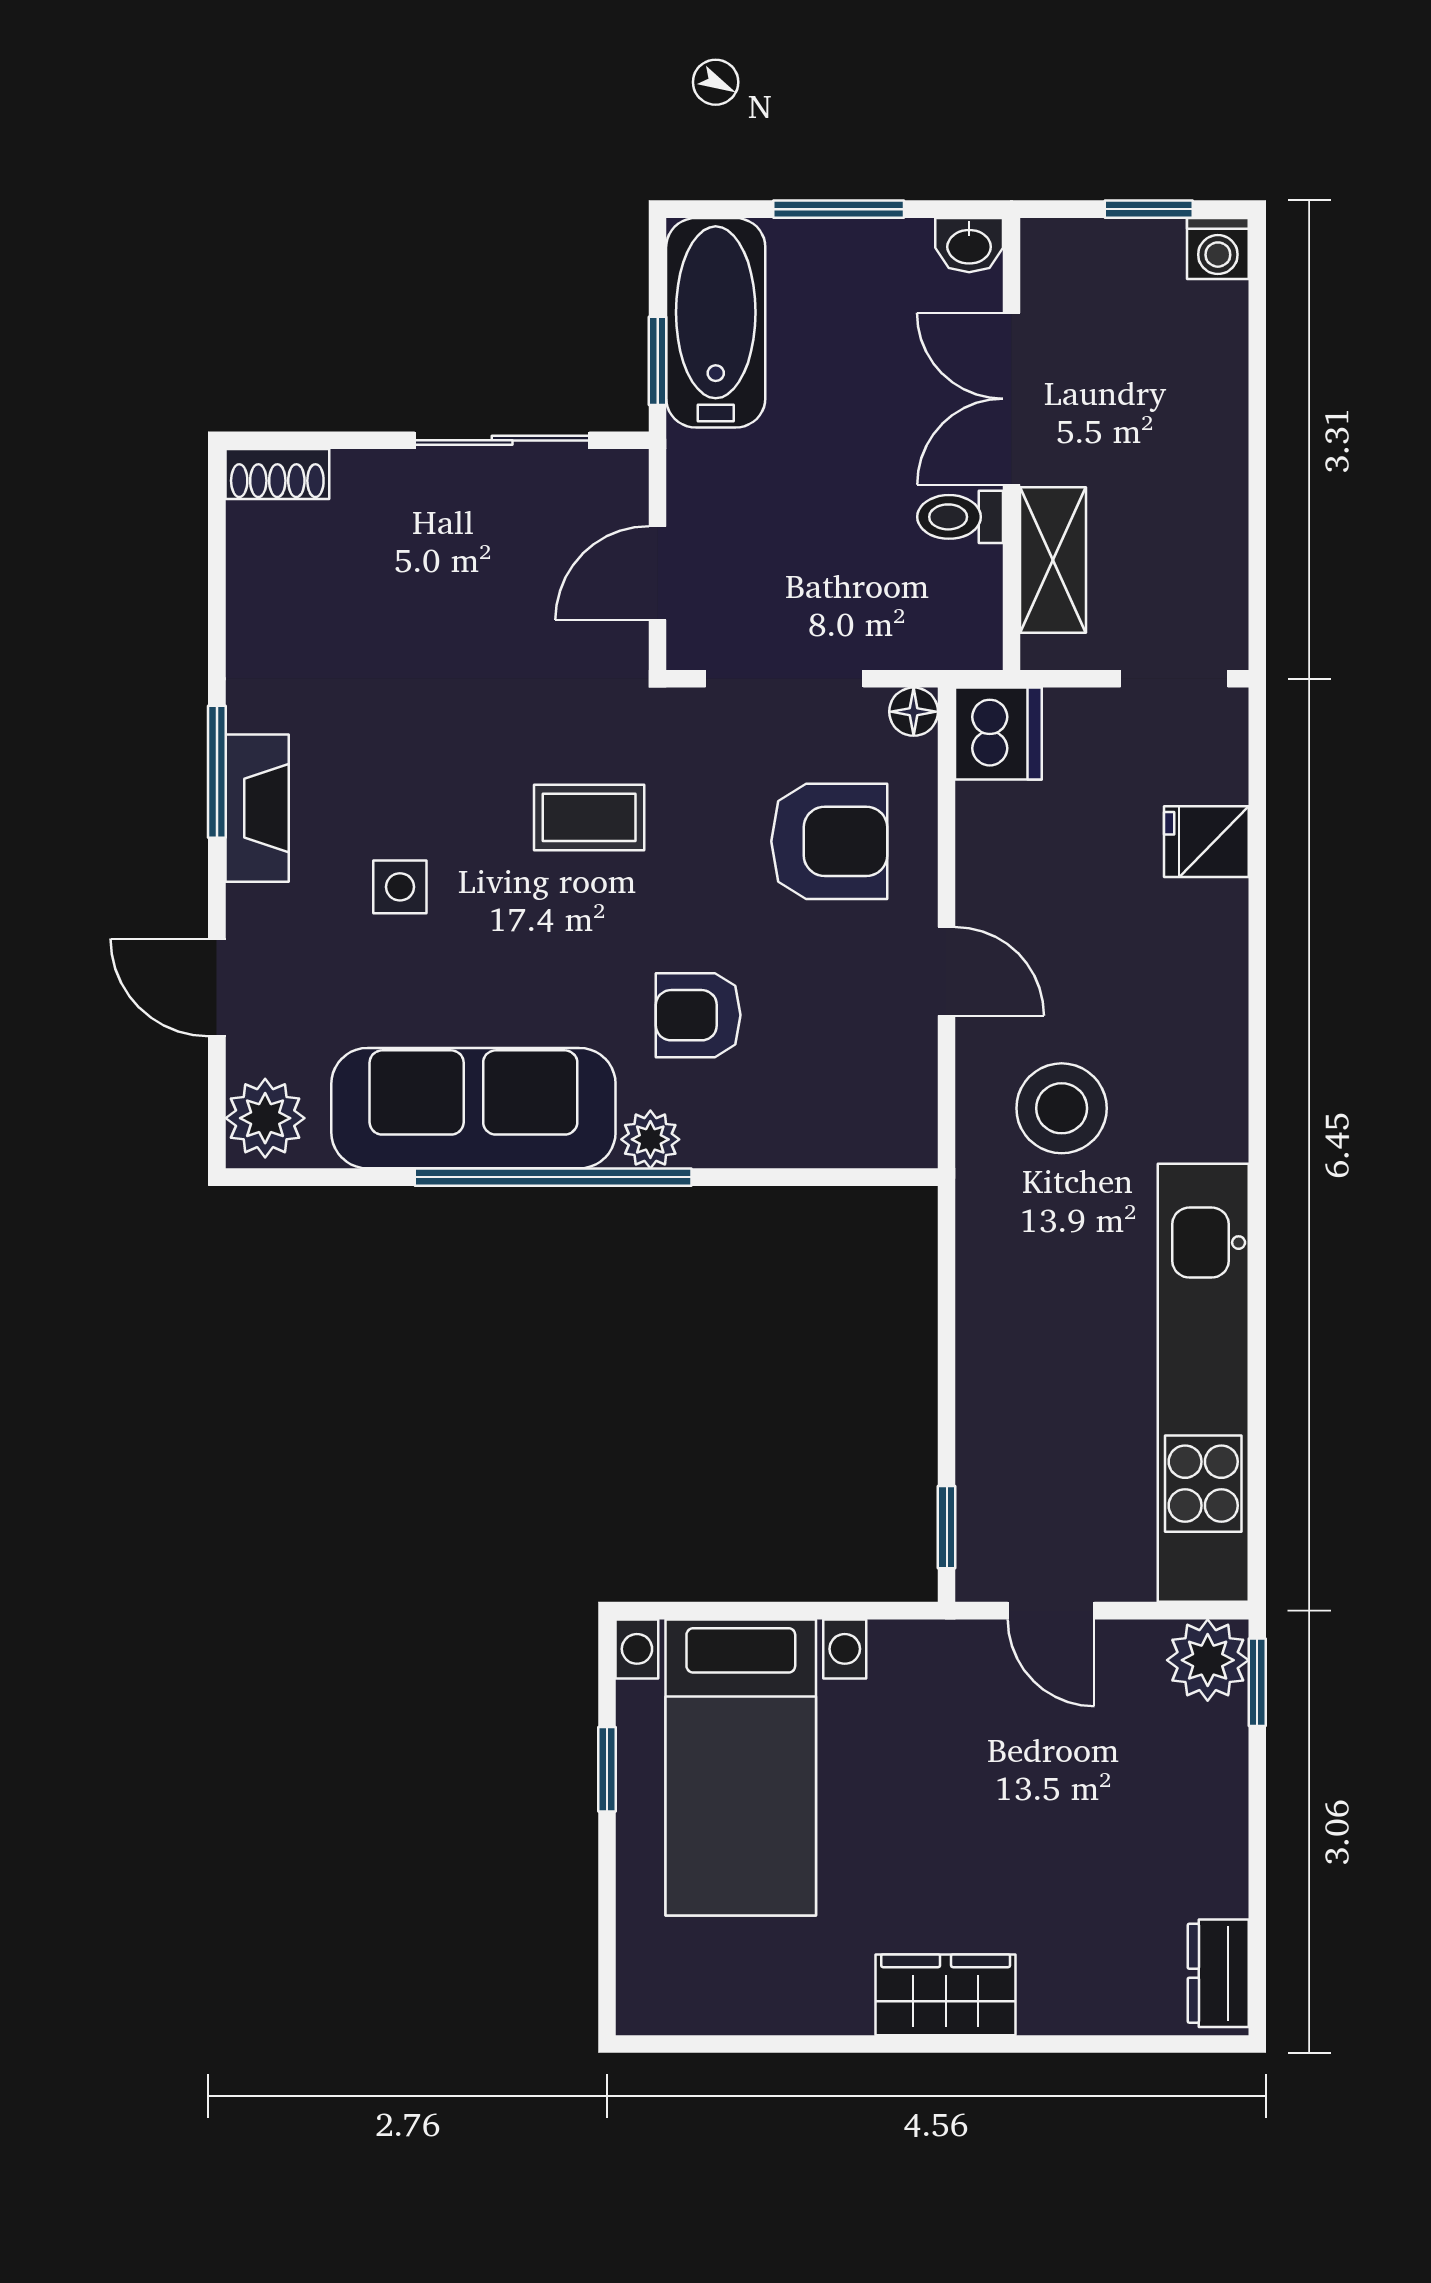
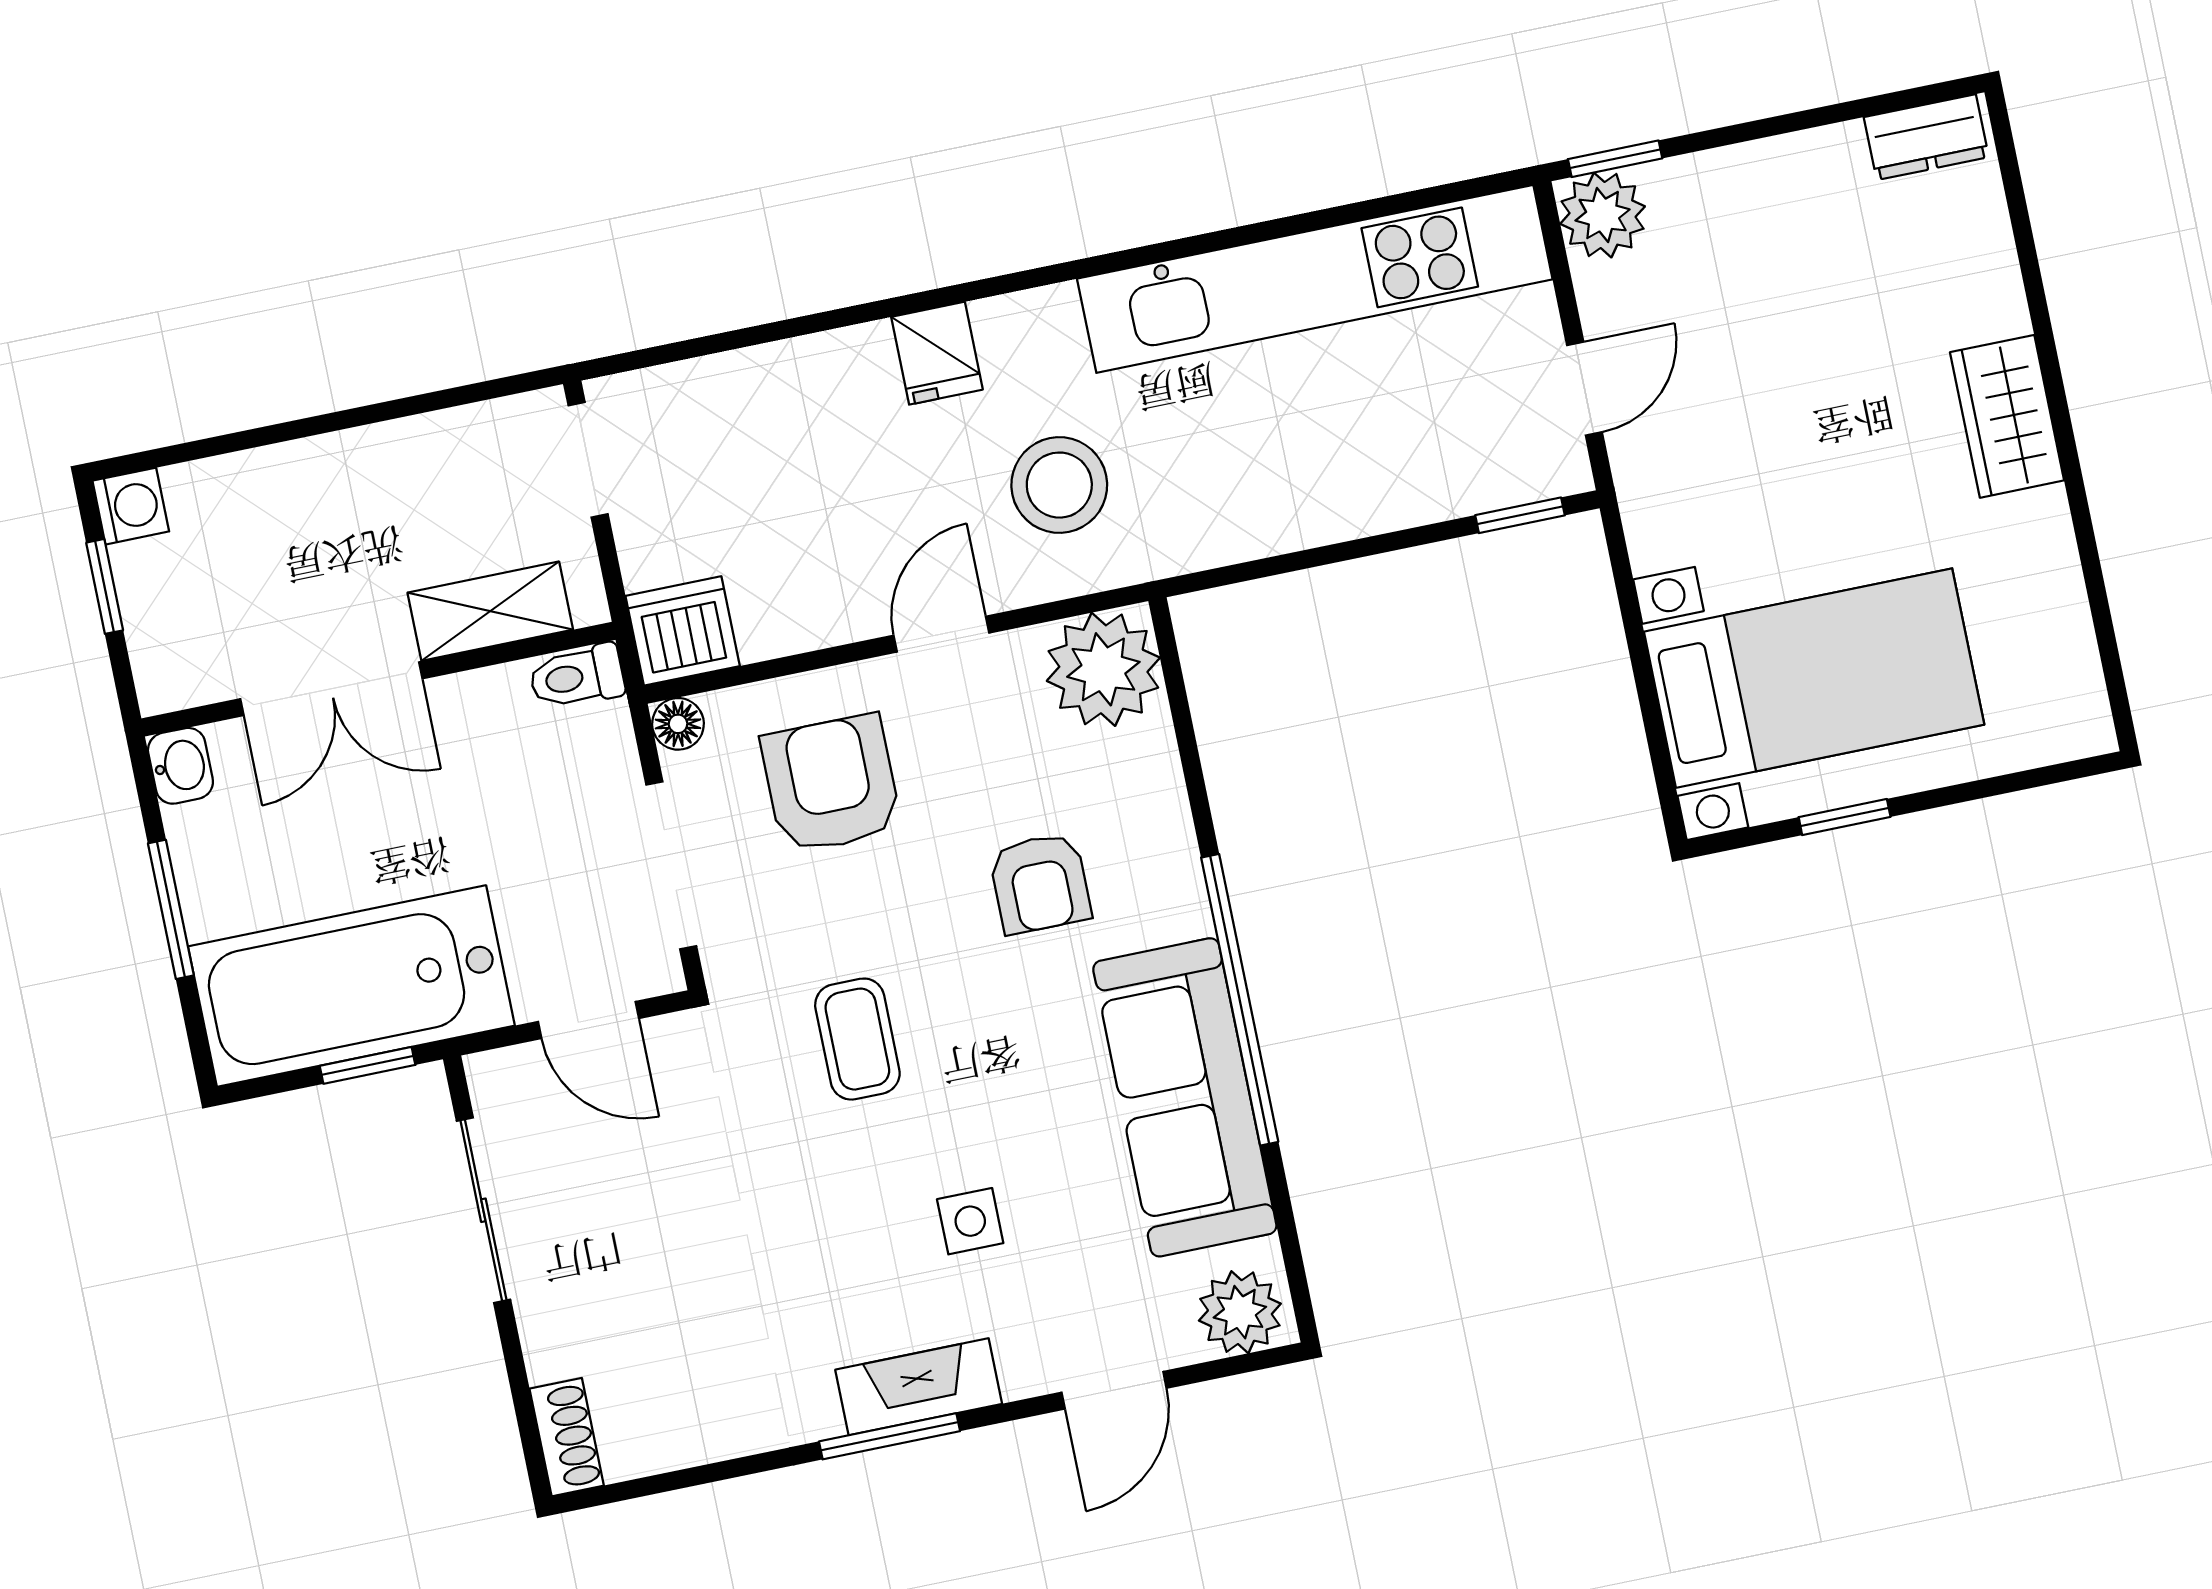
bathtub: (716, 323) -> (351, 986), width x1.36, depth x1.36
toilet: (960, 517) -> (577, 677), moved, turned 90
fridge: (1206, 842) -> (937, 353), moved
plant: (650, 1139) -> (1103, 669), moved, width x1.88, depth x1.88

